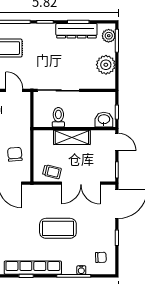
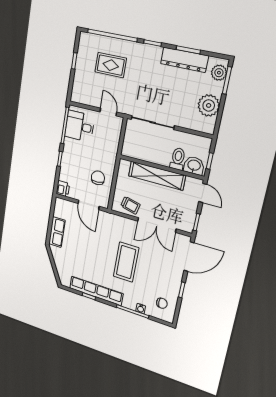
toilet: (58, 117) -> (178, 159), moved
shelving: (72, 137) -> (157, 176), width x1.47
coffee table: (58, 228) -> (126, 262), turned 90

